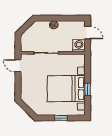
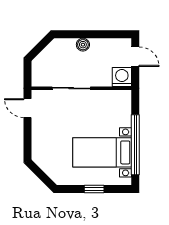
bed with nightstands: (66, 89) -> (102, 152), width x0.73
window: (88, 89) -> (135, 145), width x3.17

